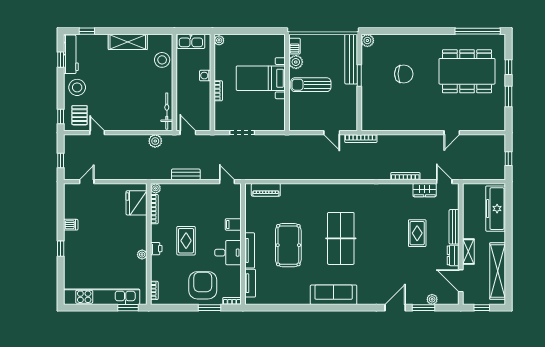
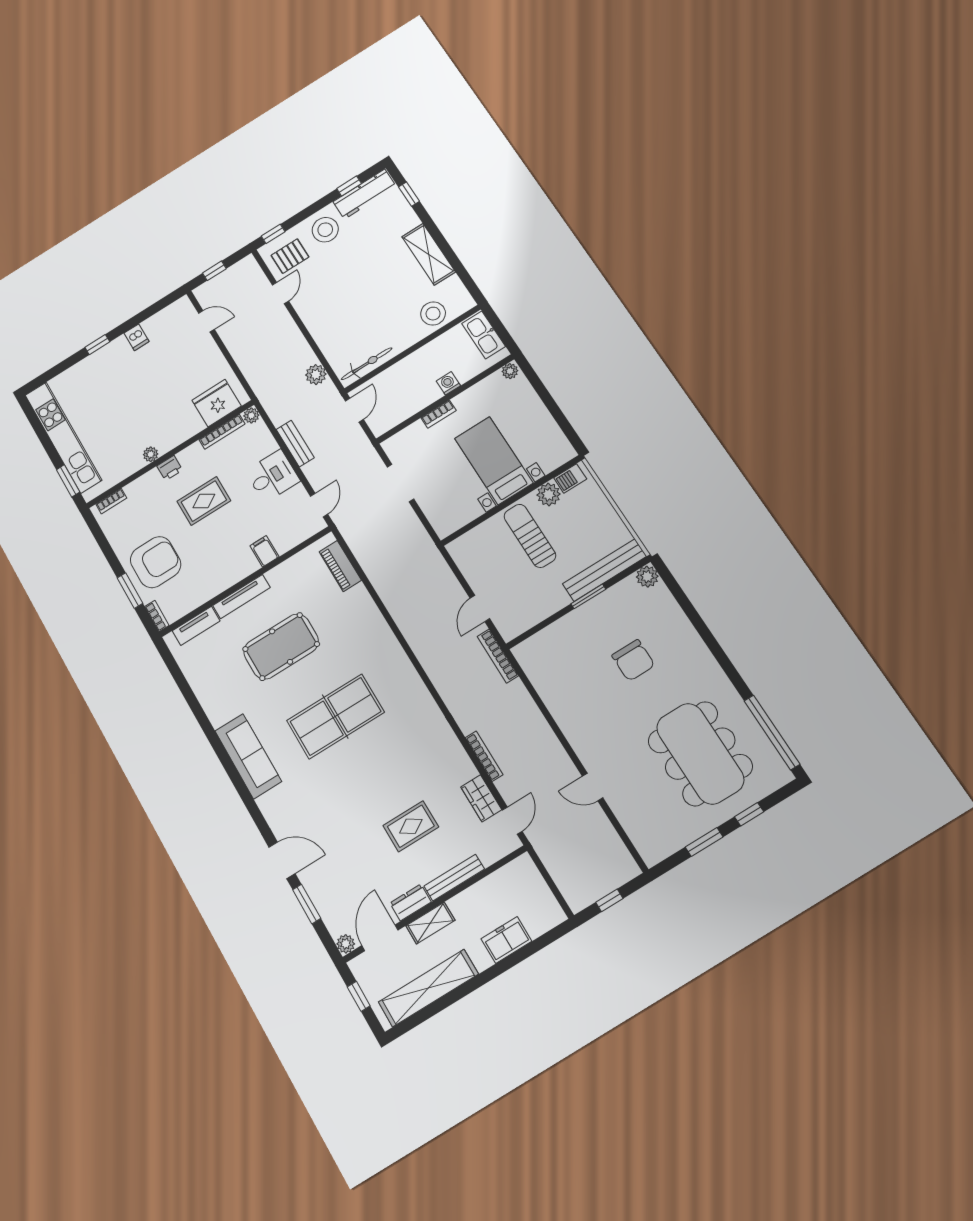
freezer: (496, 209) -> (506, 940), width x0.52, depth x0.79
desk: (228, 253) -> (273, 476), moved, turned -90
plant: (432, 299) -> (346, 944), moved

